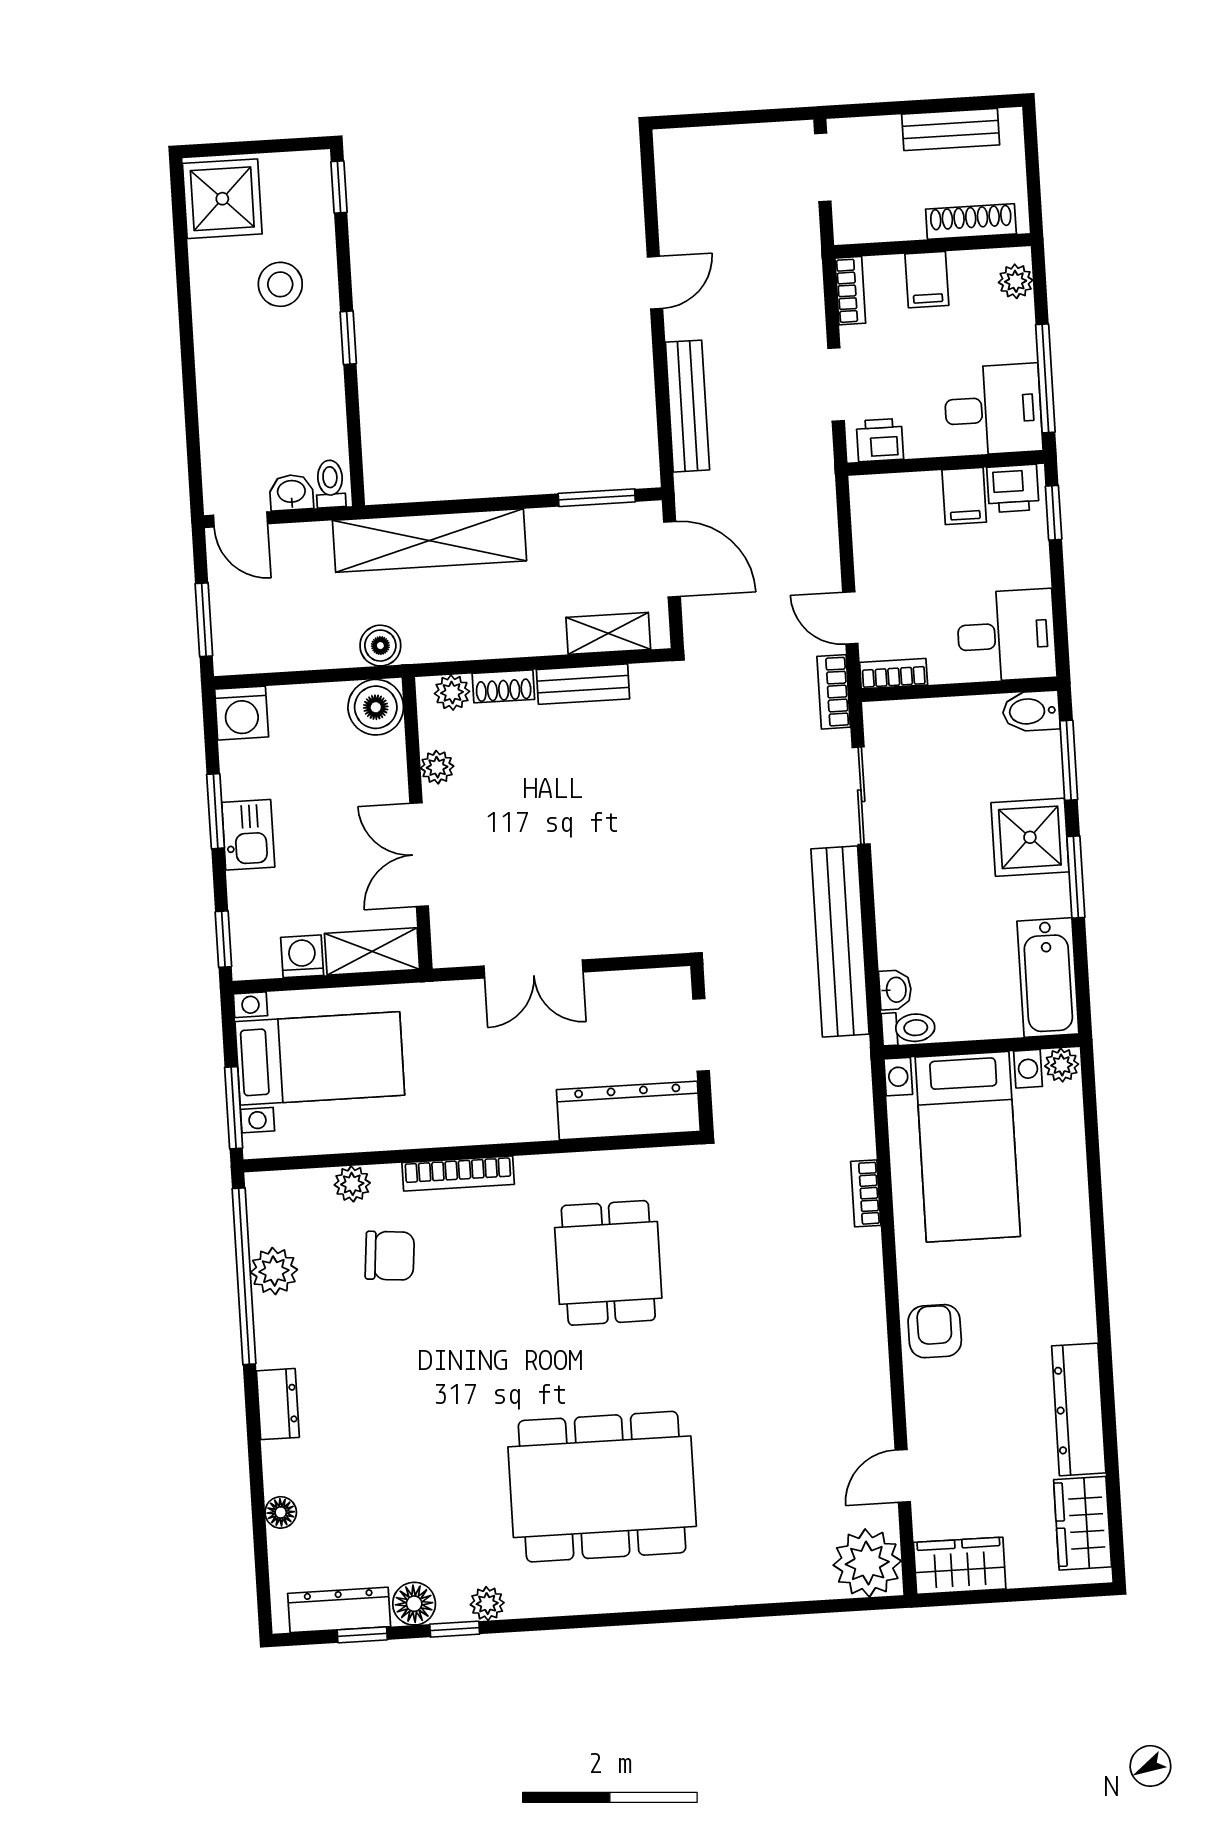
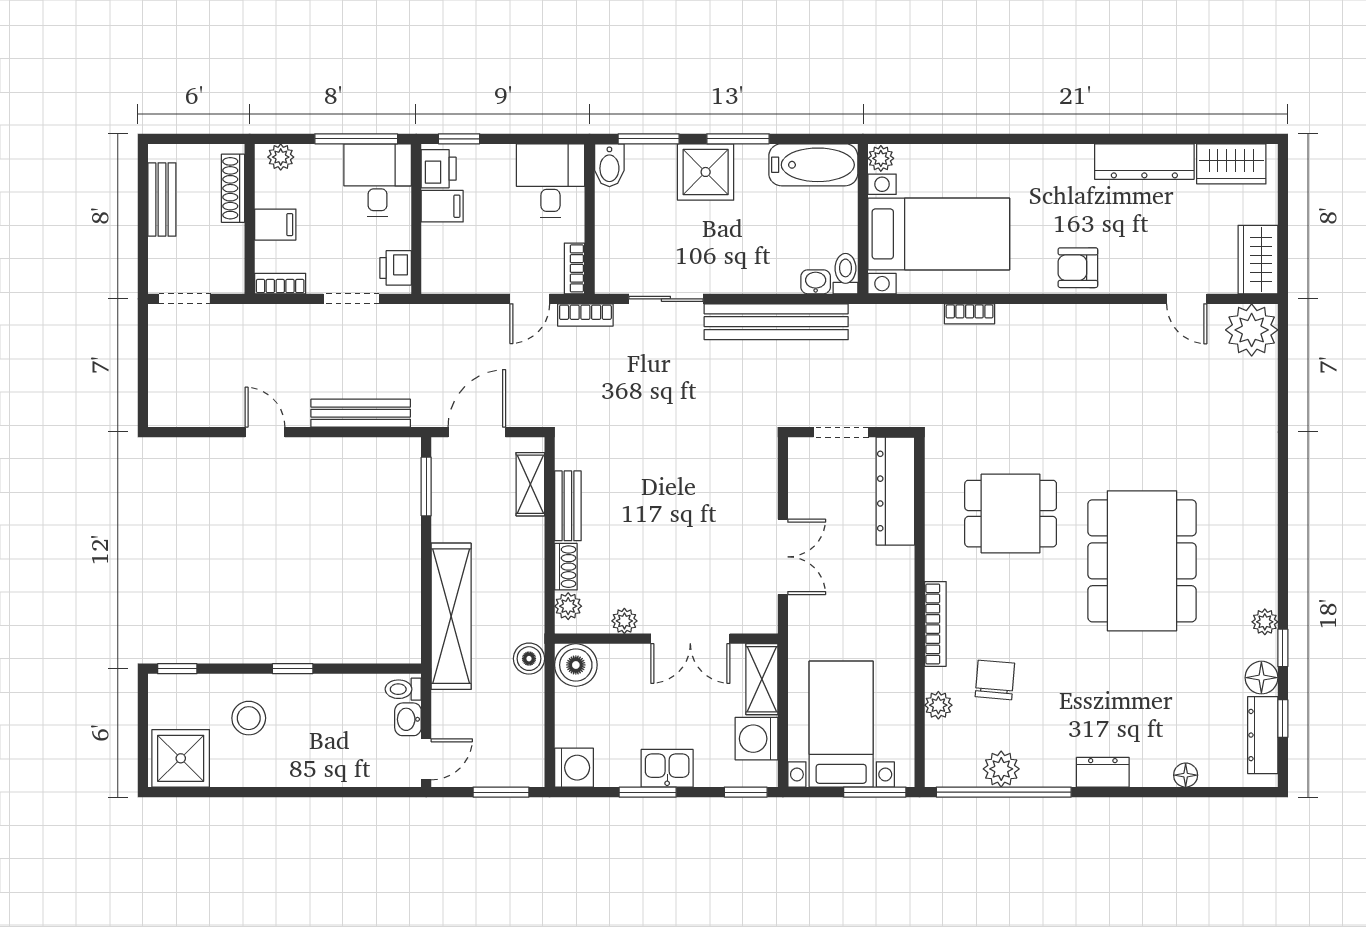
washing machine: (302, 956) -> (757, 739), width x1.38, depth x1.38
dining table: (602, 1487) -> (1142, 561), moved

